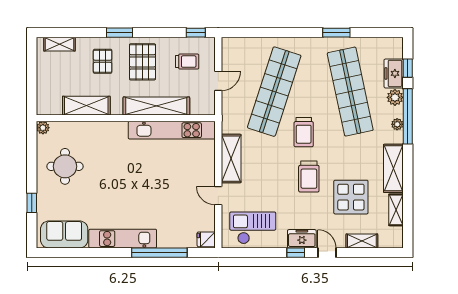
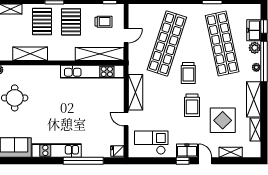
pallet: (103, 61) -> (42, 21), width x1.50, depth x1.42
shelving: (156, 106) -> (100, 54), moved

